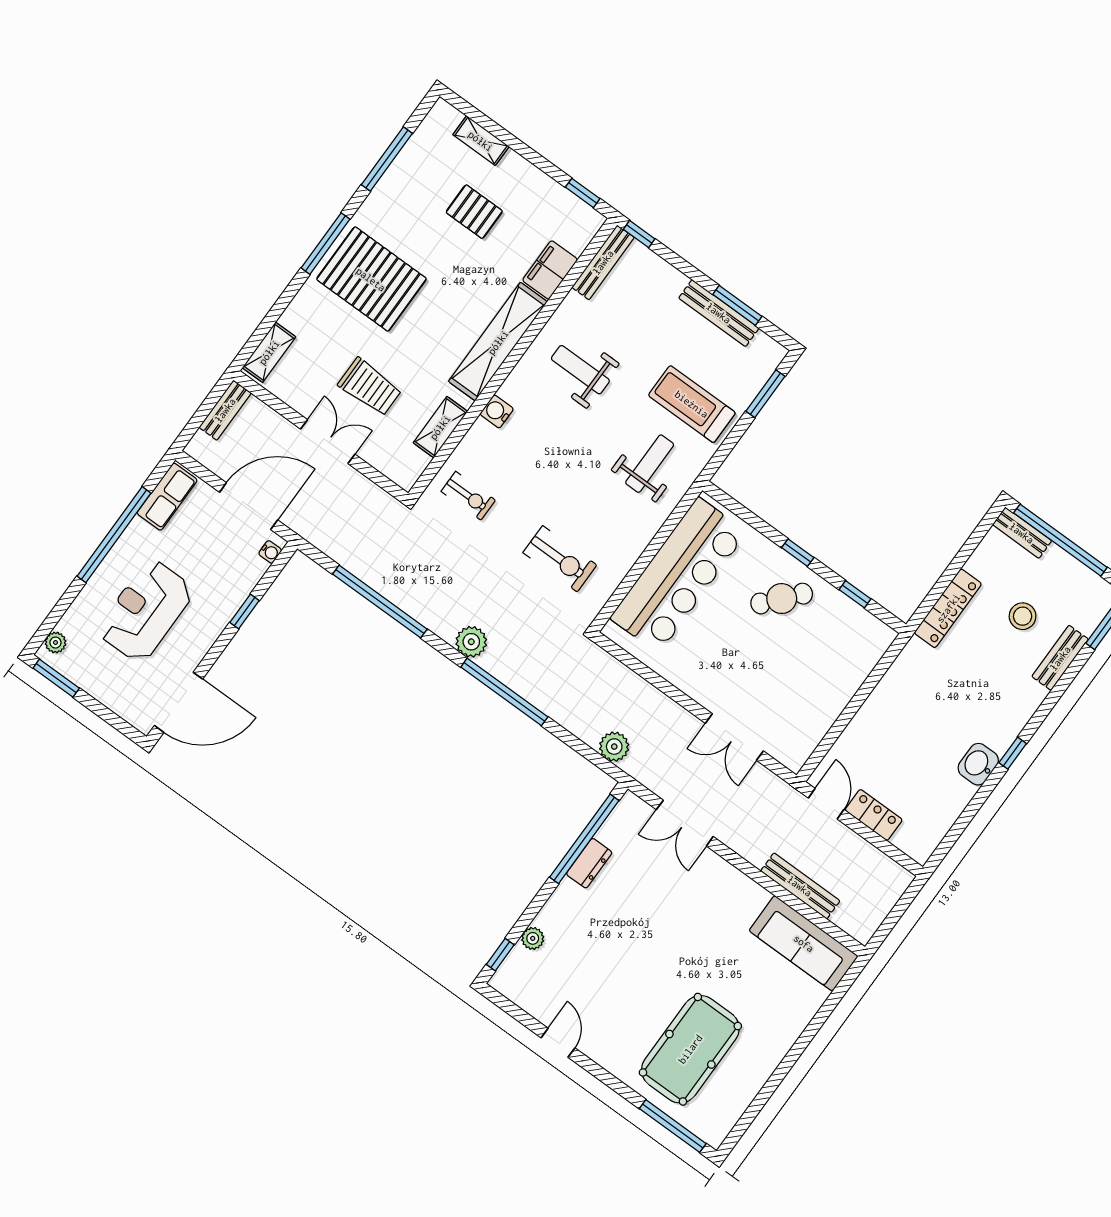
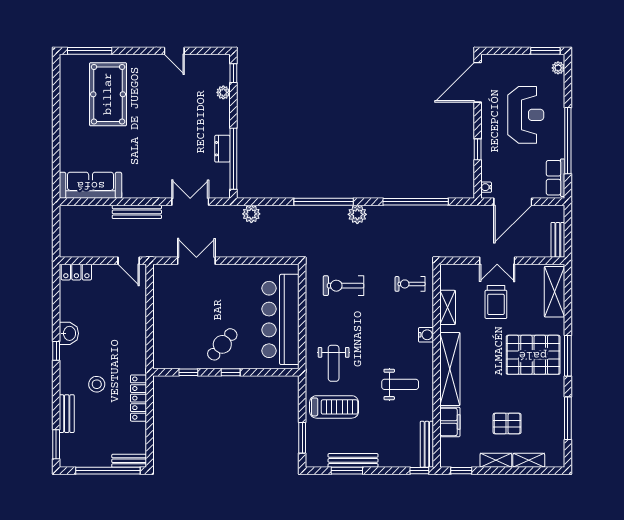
shelving: (525, 173) -> (496, 460), added
shelving: (269, 352) -> (554, 292), width x1.50, depth x1.33
trolley: (370, 387) -> (496, 302), turned -90
stool: (1023, 616) -> (97, 384), moved
locker: (874, 815) -> (76, 272), moved
bench: (800, 886) -> (137, 212), moved

